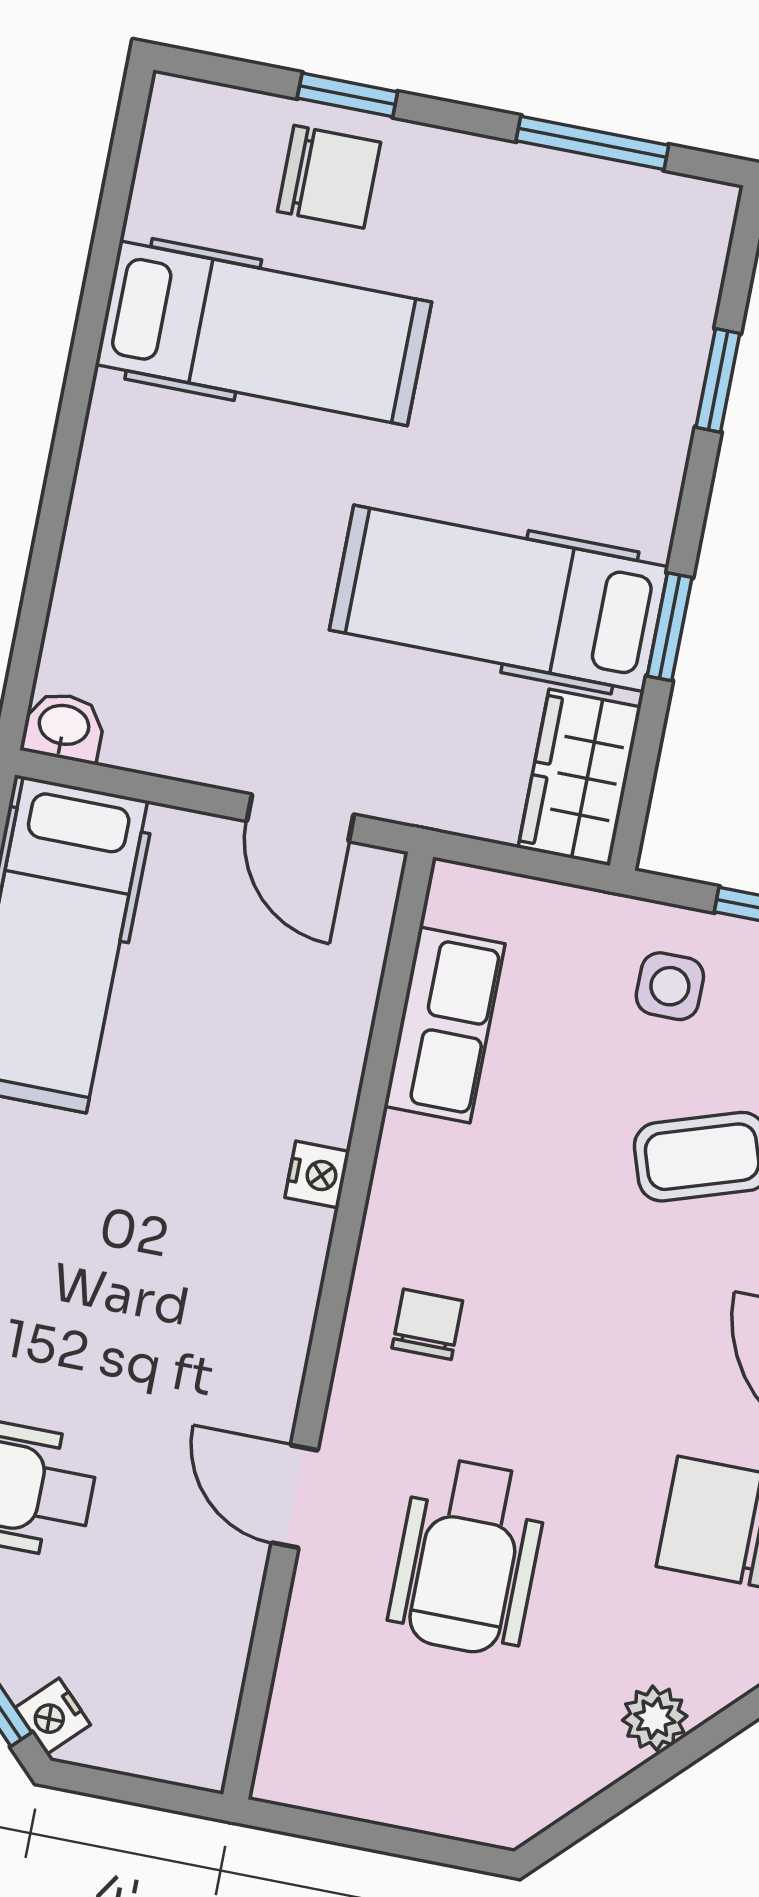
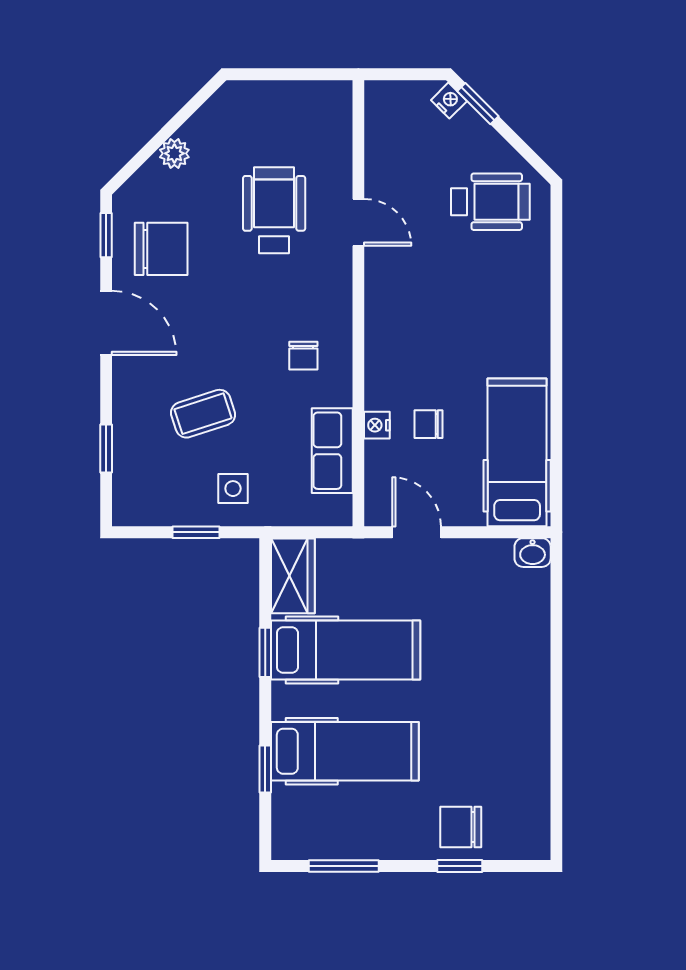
hospital bed: (263, 333) -> (345, 751), moved, turned 180
chair: (230, 1041) -> (428, 424), added
nightstand: (317, 1175) -> (377, 425), moved
chair: (427, 1324) -> (303, 356), moved

